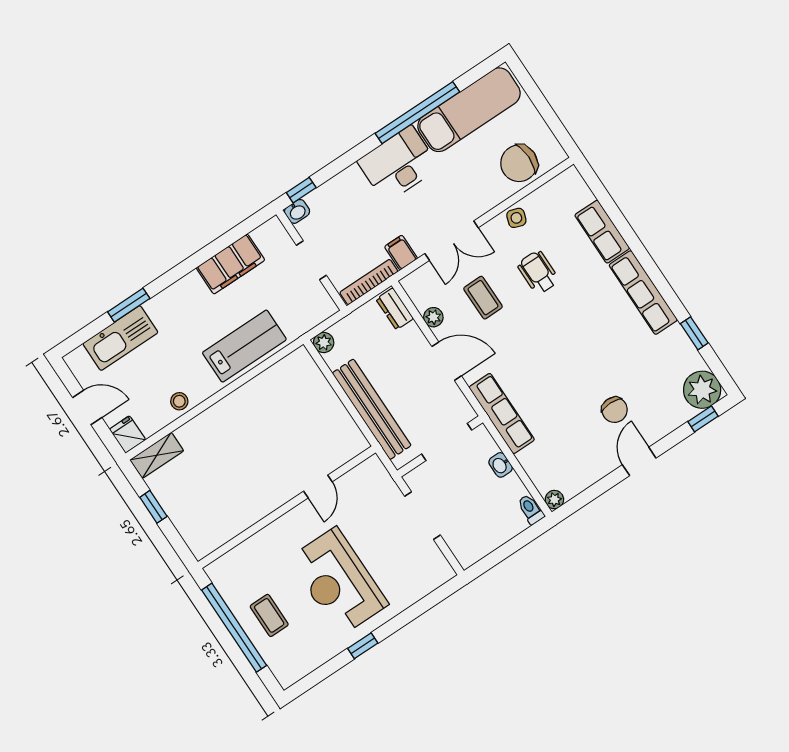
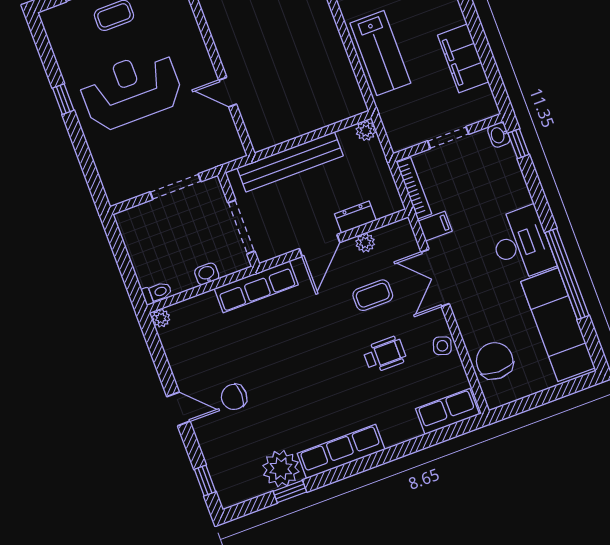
row of seats: (602, 232) -> (448, 412), moved
dresser: (395, 309) -> (355, 217), moved
plant: (702, 390) -> (281, 469), moved

